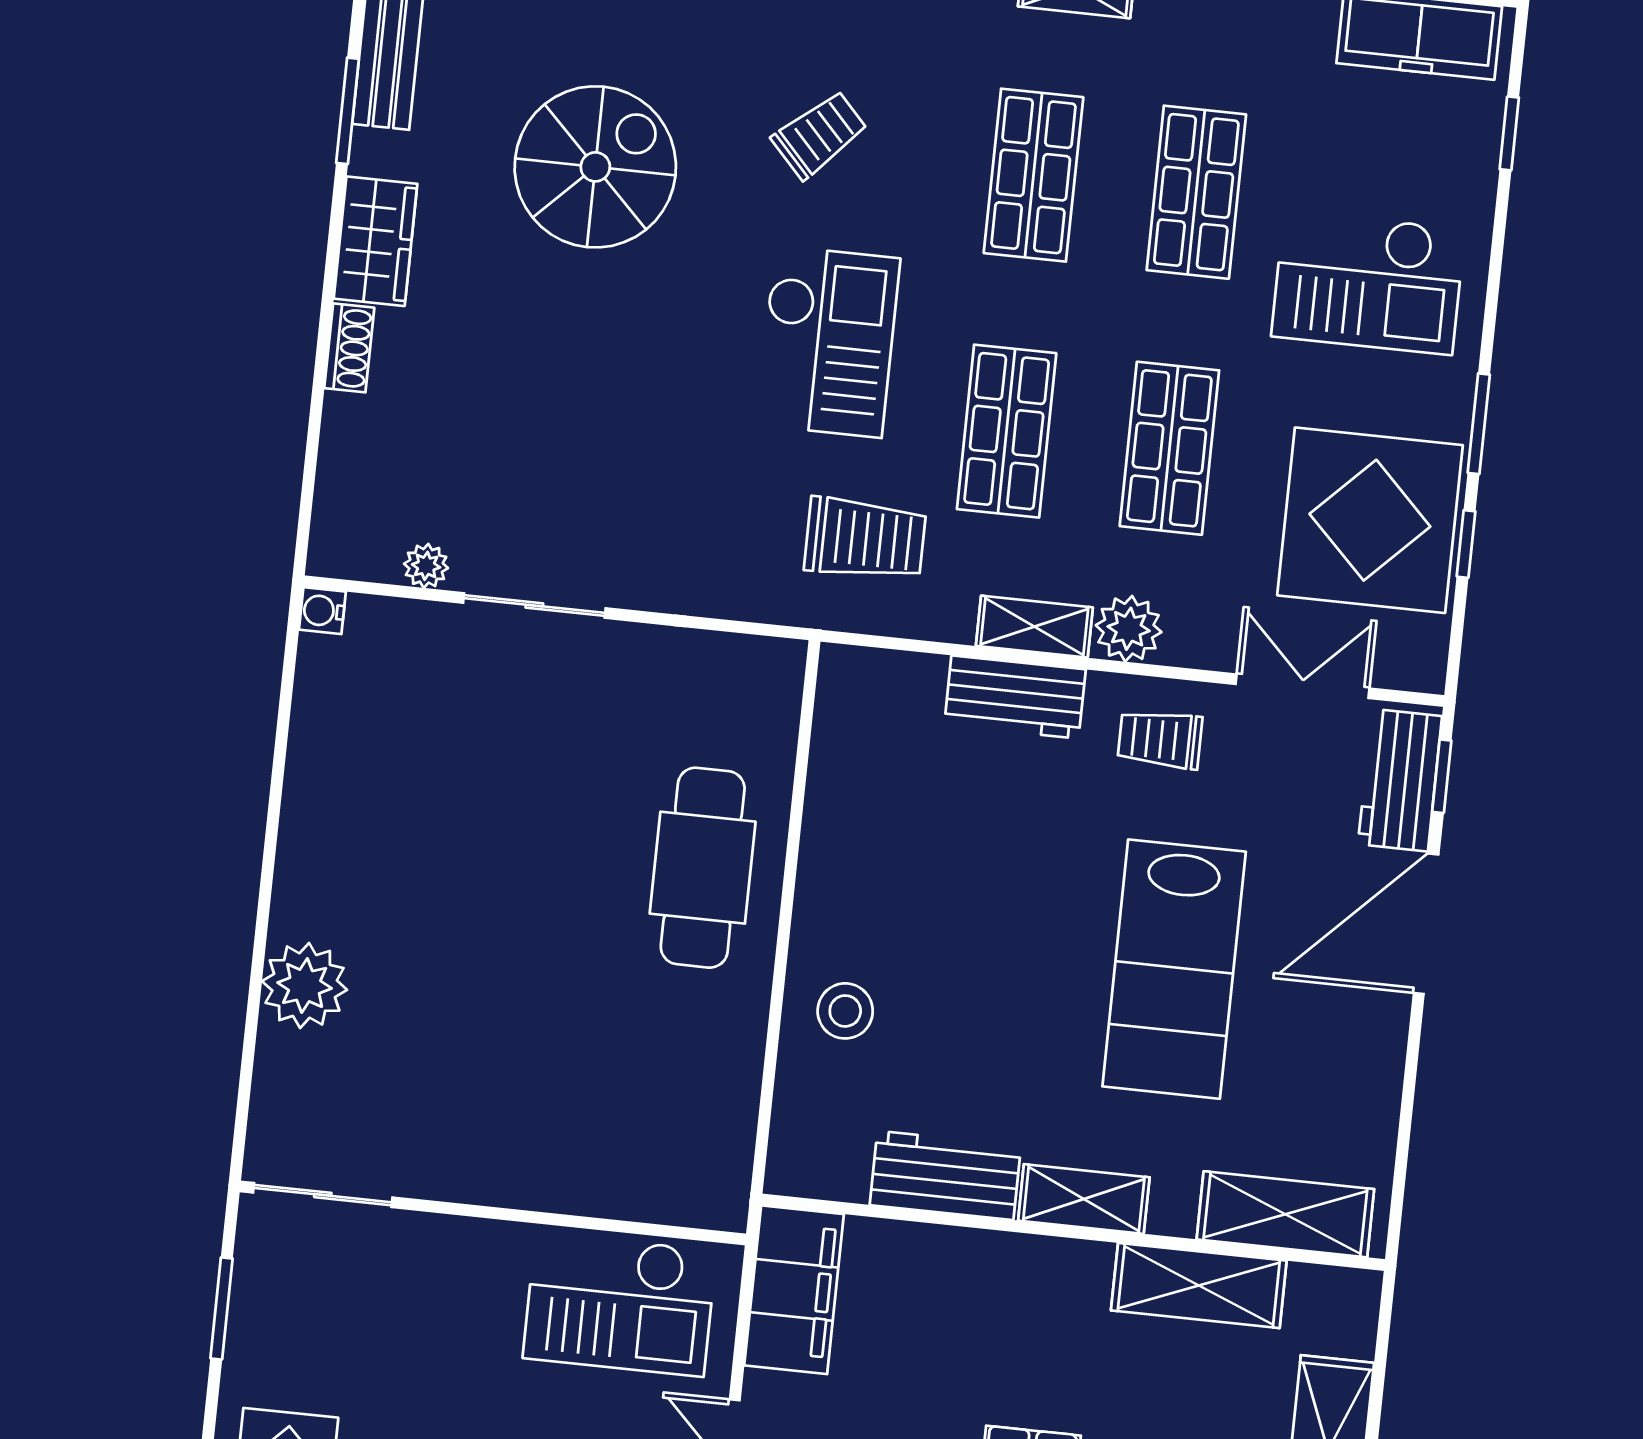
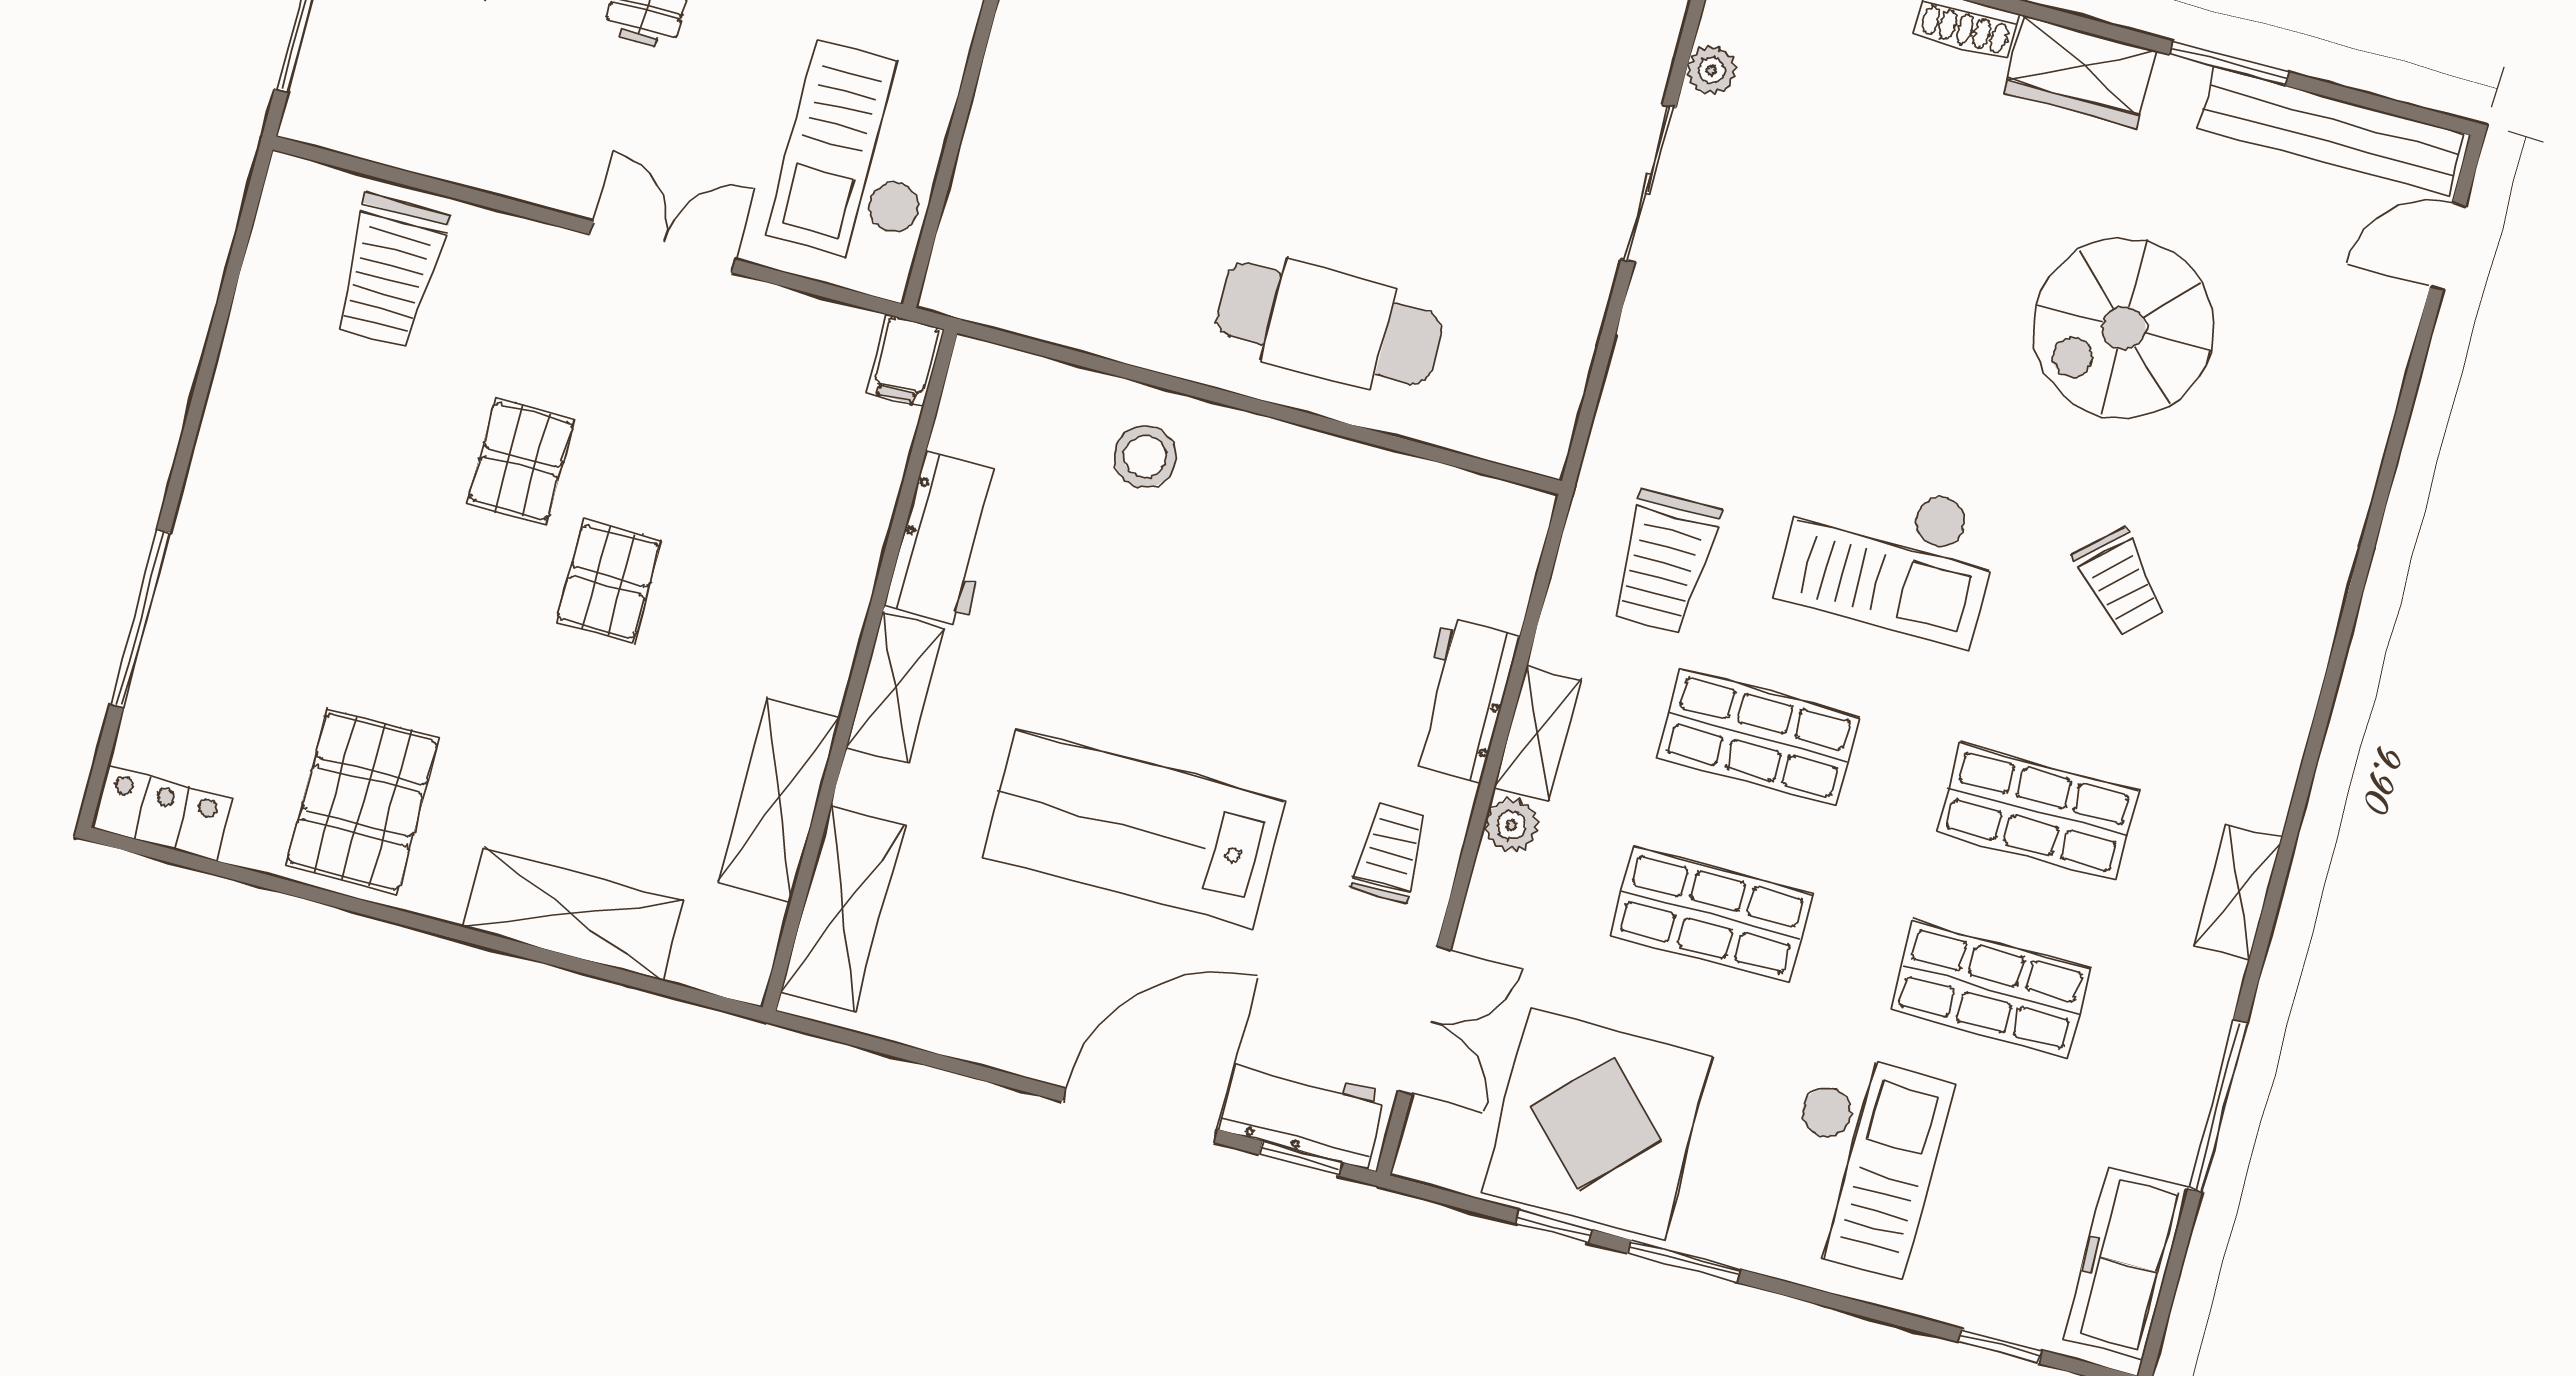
spiral stairs: (595, 167) -> (2124, 328), turned 90
checkout: (1368, 282) -> (1860, 1164), turned 180
plant: (1129, 629) -> (1512, 825), width x0.73, depth x0.73
door: (1426, 924) -> (1140, 1115), hinge flipped
filing cabinet: (794, 1290) -> (905, 360), width x0.33, depth x0.86

